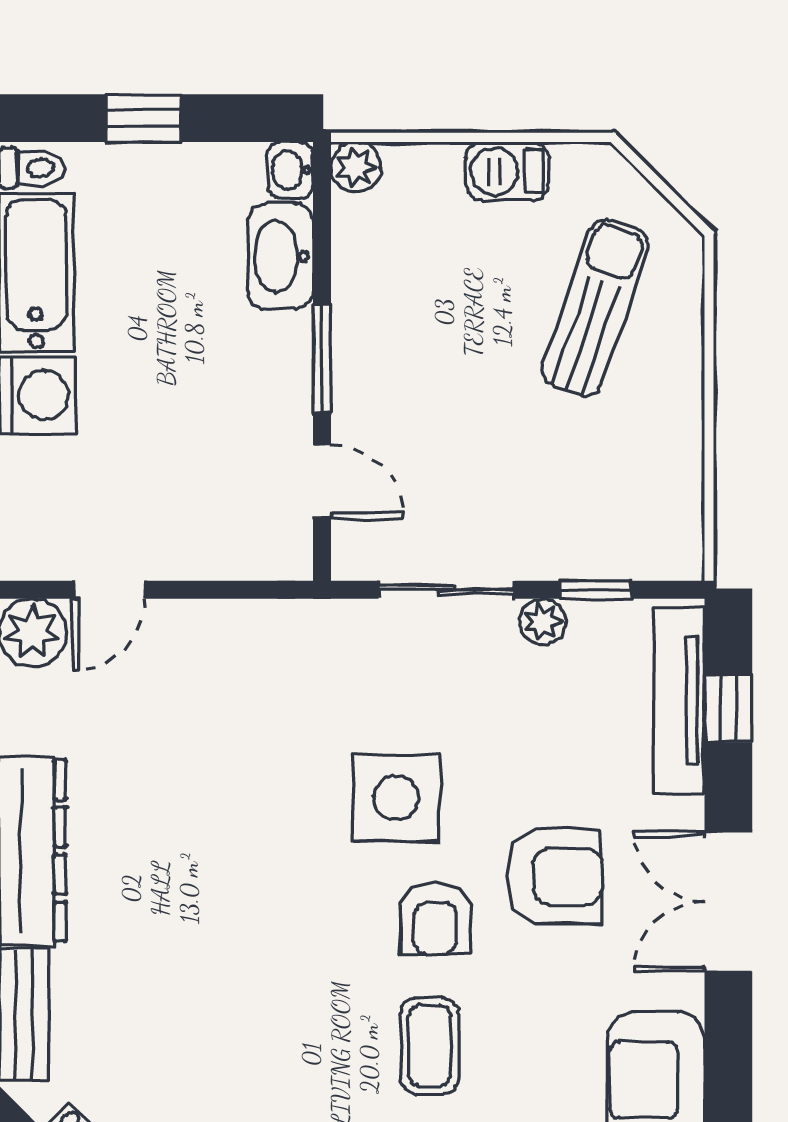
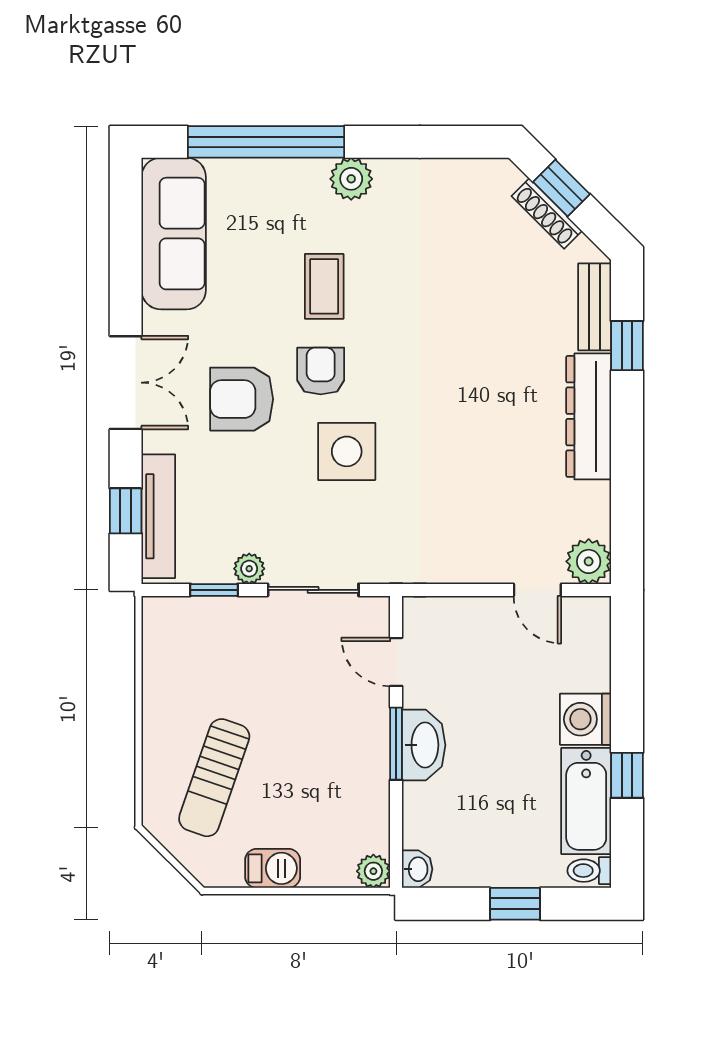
washbasin: (280, 256) -> (424, 745), moved
door: (110, 590) -> (537, 590), swing flipped

